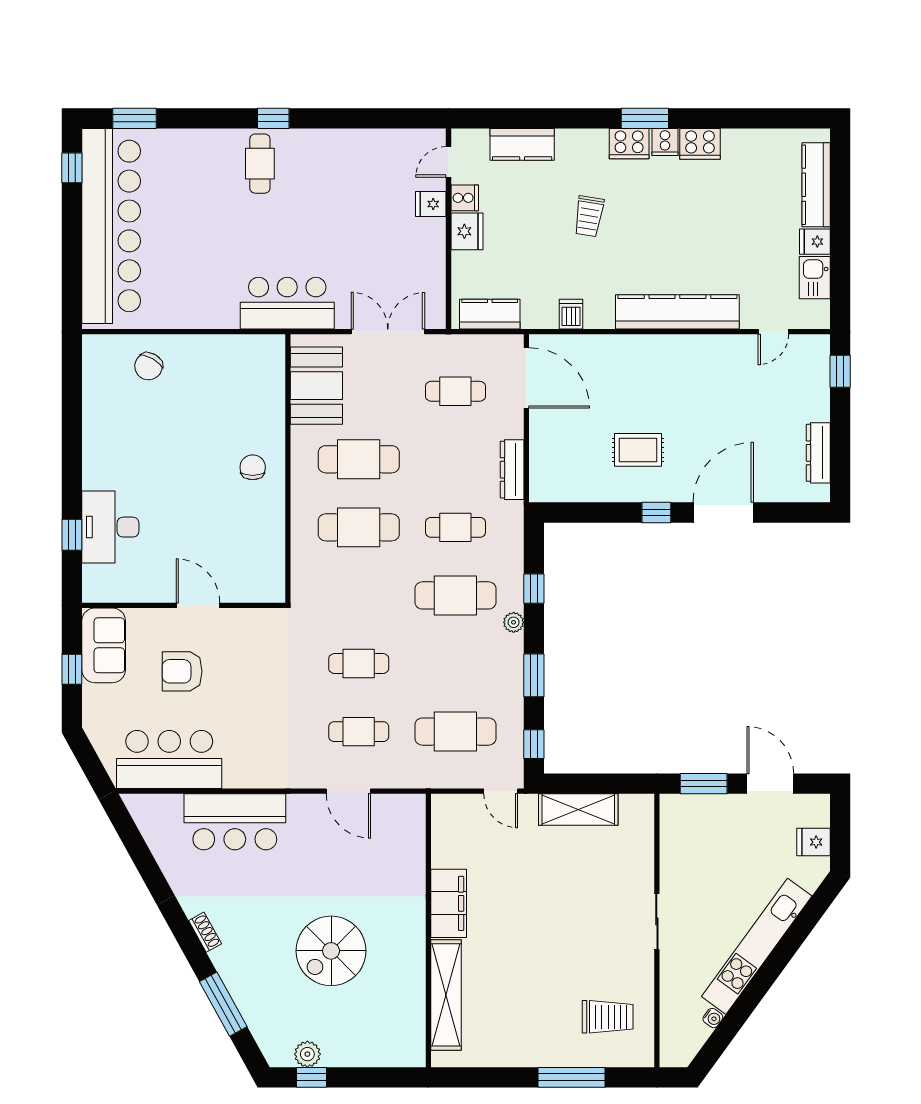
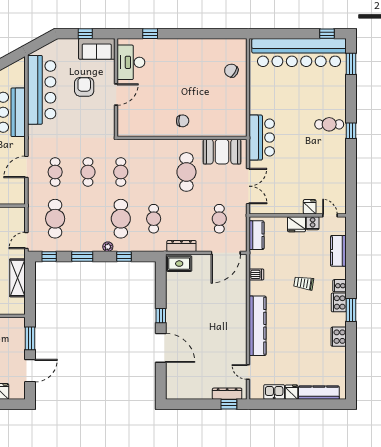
cooker: (665, 142) -> (340, 286), moved
rug: (638, 450) -> (179, 264), moved, turned 90
dresser: (818, 453) -> (227, 394), moved
desk: (110, 527) -> (131, 62), moved, turned -90
cafe table: (359, 527) -> (121, 172), moved, width x0.73, depth x0.74
bar counter: (169, 759) -> (42, 90), width x1.36

